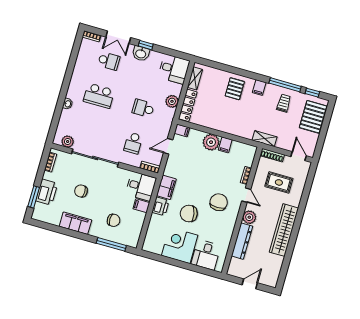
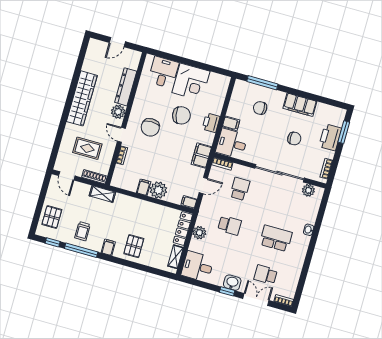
pallet: (313, 117) -> (52, 217), width x0.67, depth x0.71
filing cabinet: (166, 187) -> (201, 156), moved

